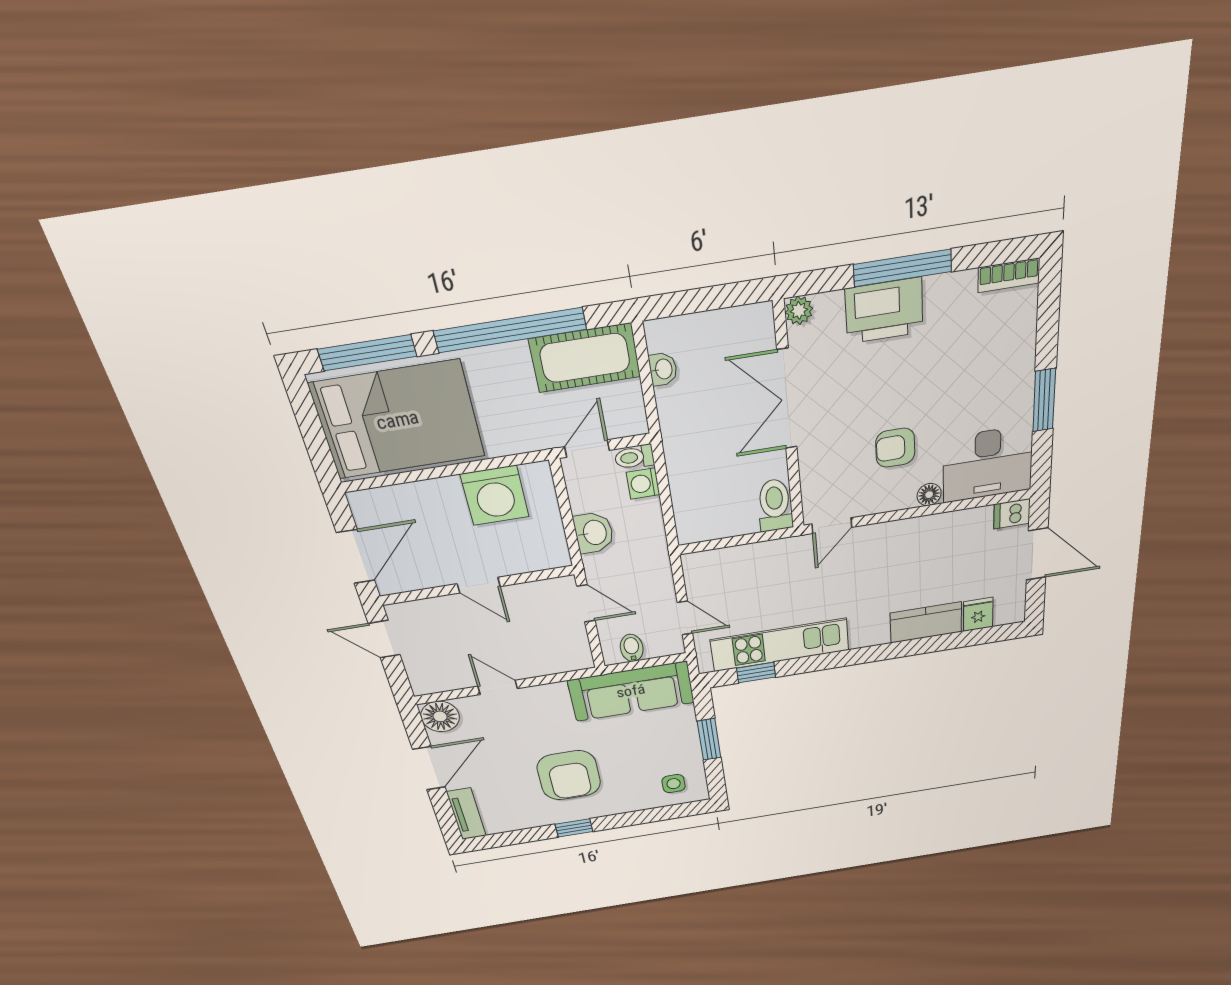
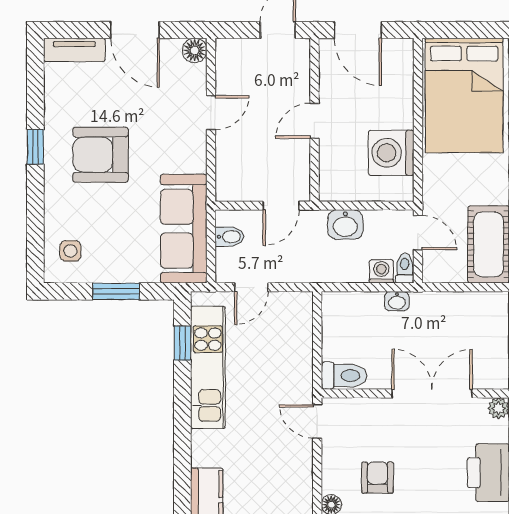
washbasin: (663, 369) -> (397, 301), moved
floor lamp: (440, 716) -> (195, 50), width x0.73, depth x0.73

